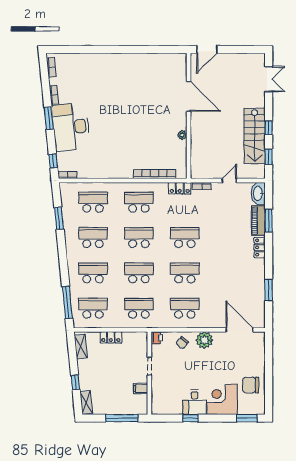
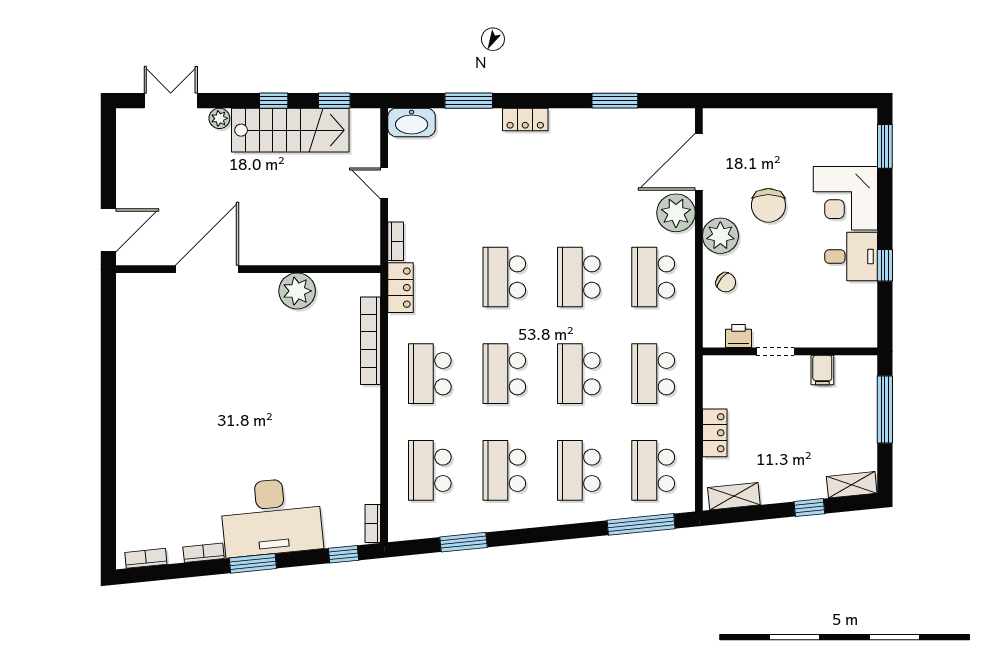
door: (207, 50) -> (108, 230), hinge flipped
plant: (260, 102) -> (219, 118), added
plant: (182, 135) -> (297, 291), width x1.87, depth x1.87
piano: (258, 221) -> (469, 122), removed
plant: (215, 319) -> (676, 213), added
printer: (157, 338) -> (738, 336), moved
chair: (251, 385) -> (768, 205), moved

